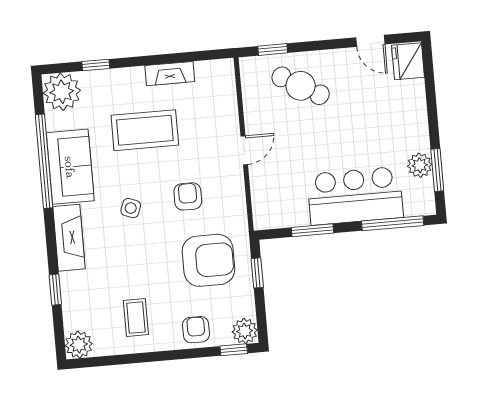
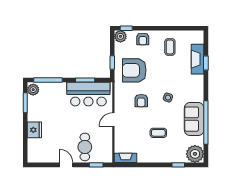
door: (370, 41) -> (66, 165), moved
fridge: (408, 61) -> (34, 130), moved
fireplace: (170, 74) -> (126, 158), moved
cafe table: (301, 86) -> (85, 147), turned 60
coffee table: (145, 130) -> (158, 133), width x0.54, depth x0.58
plant: (420, 165) -> (33, 90), moved
bar counter: (355, 196) -> (88, 94), moved
fireplace: (69, 238) -> (198, 59), moved
plant: (79, 345) -> (197, 37), removed

